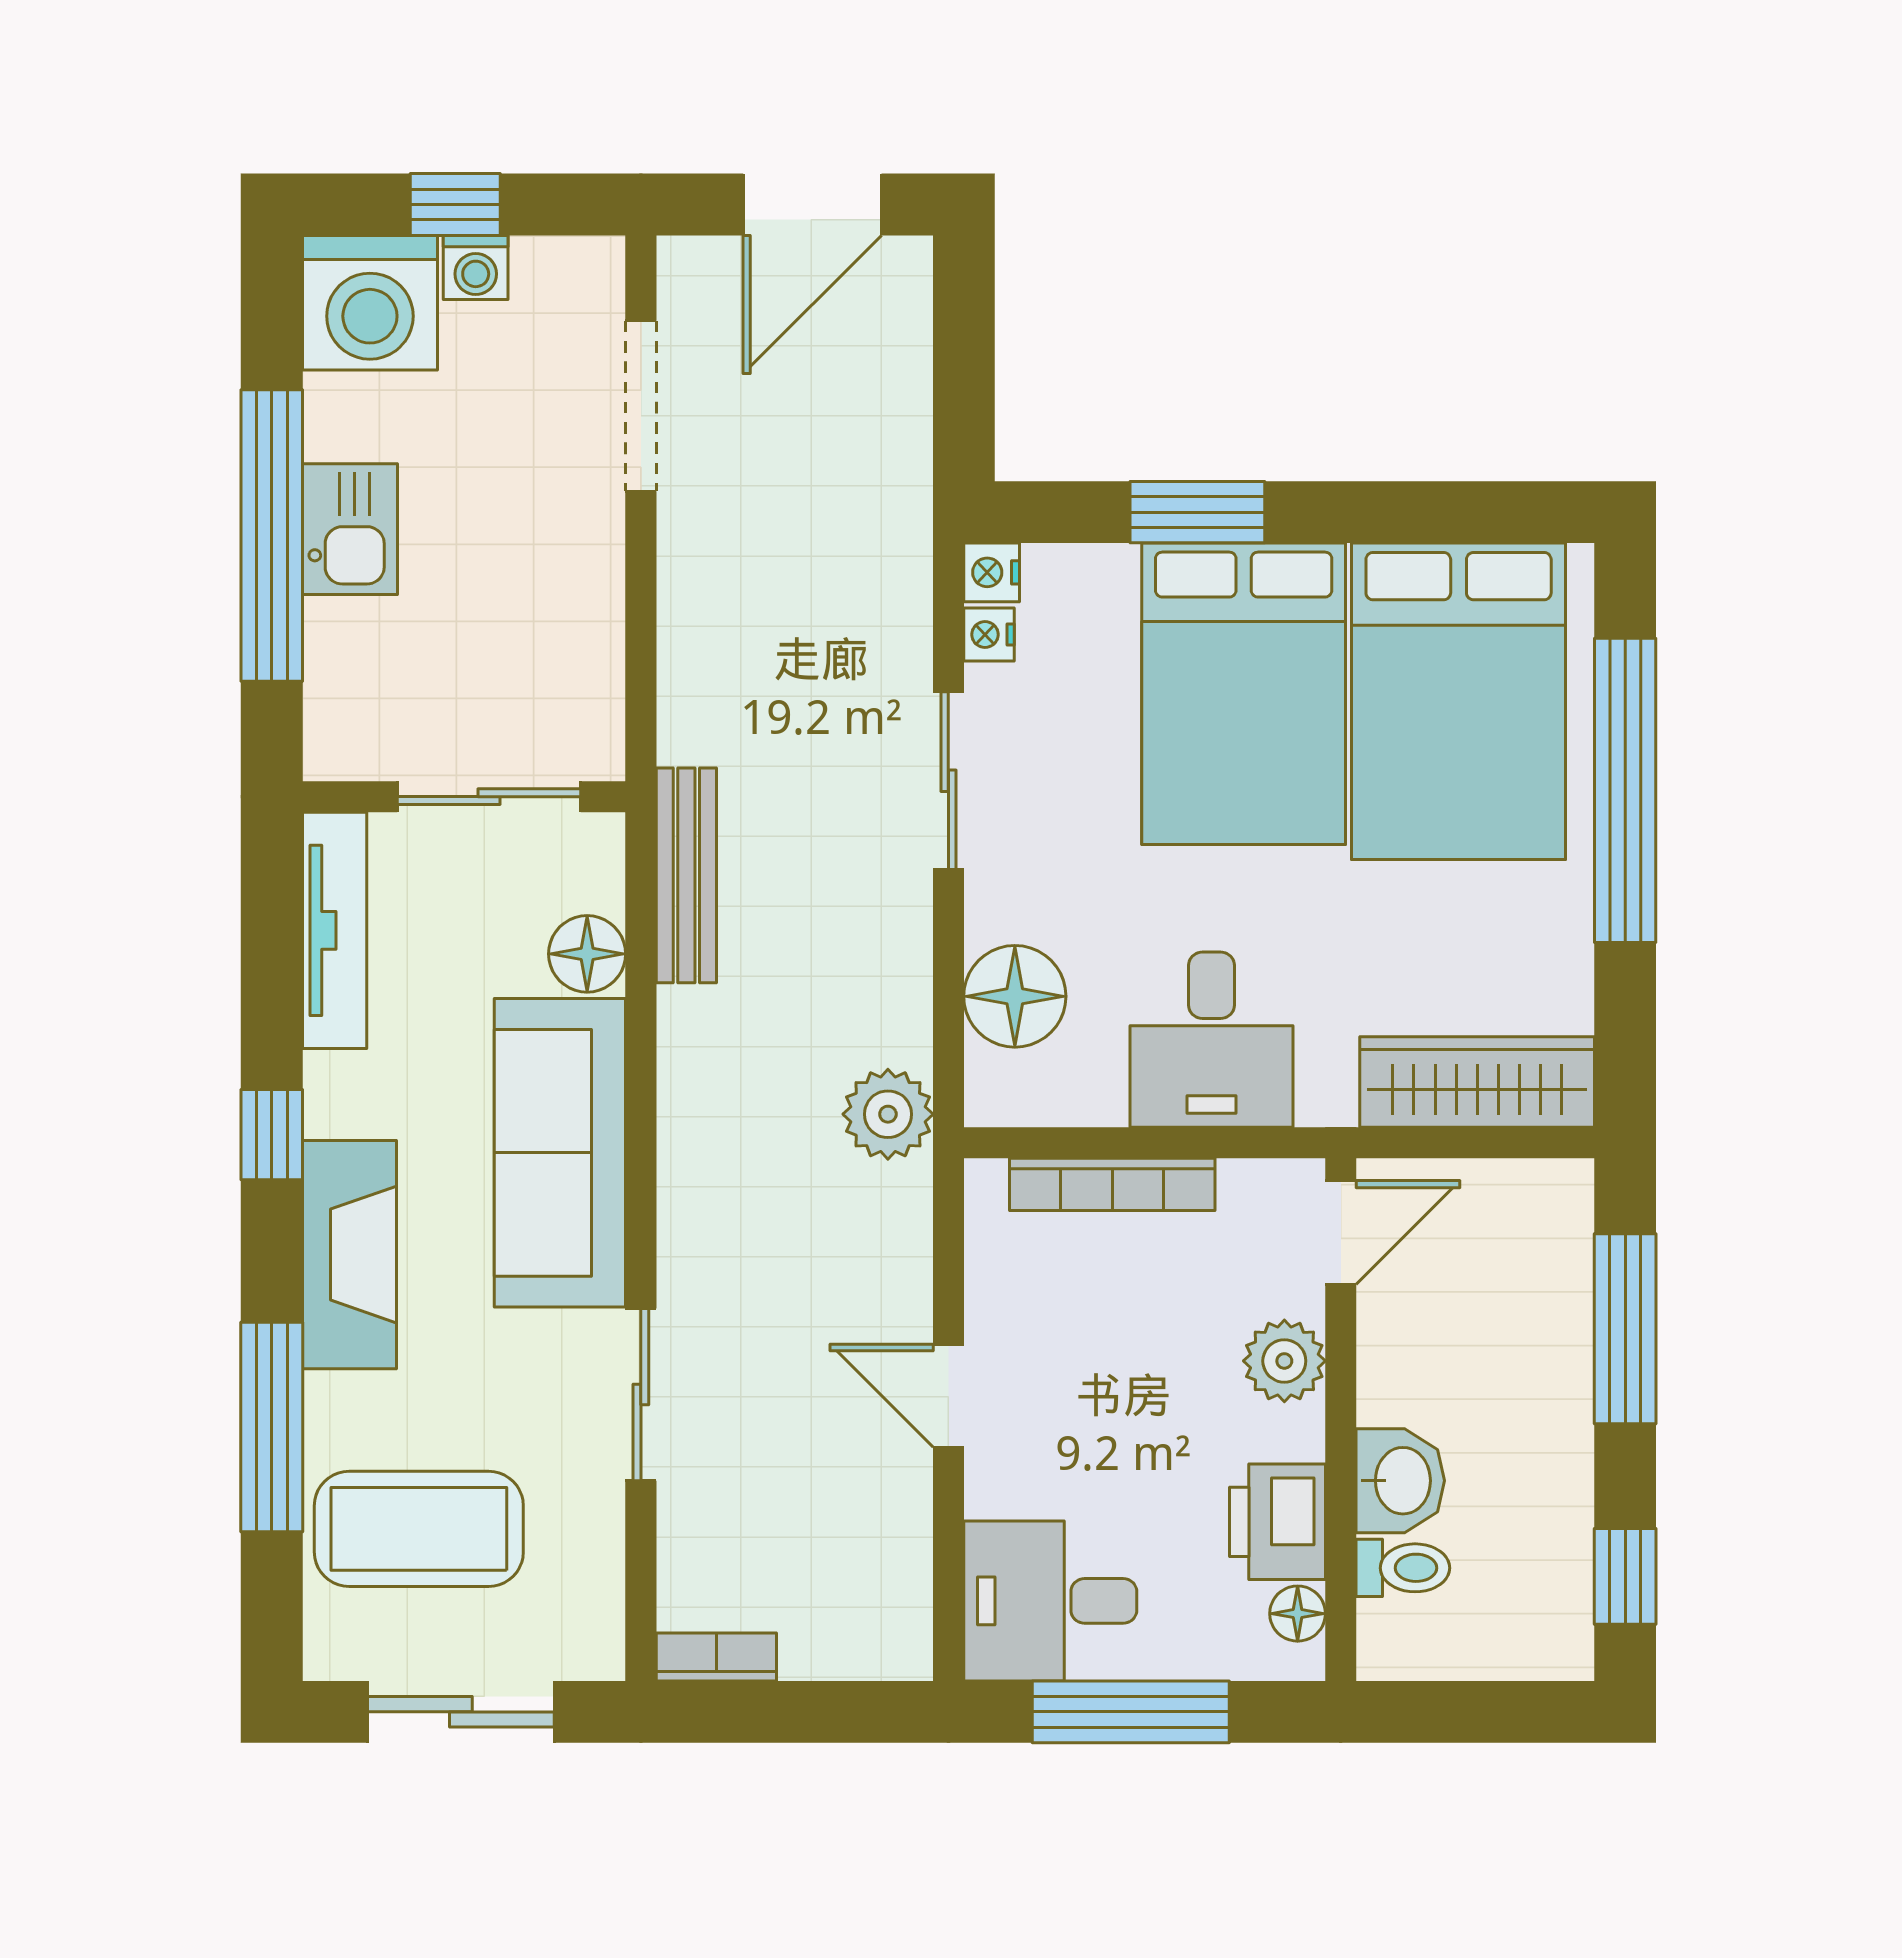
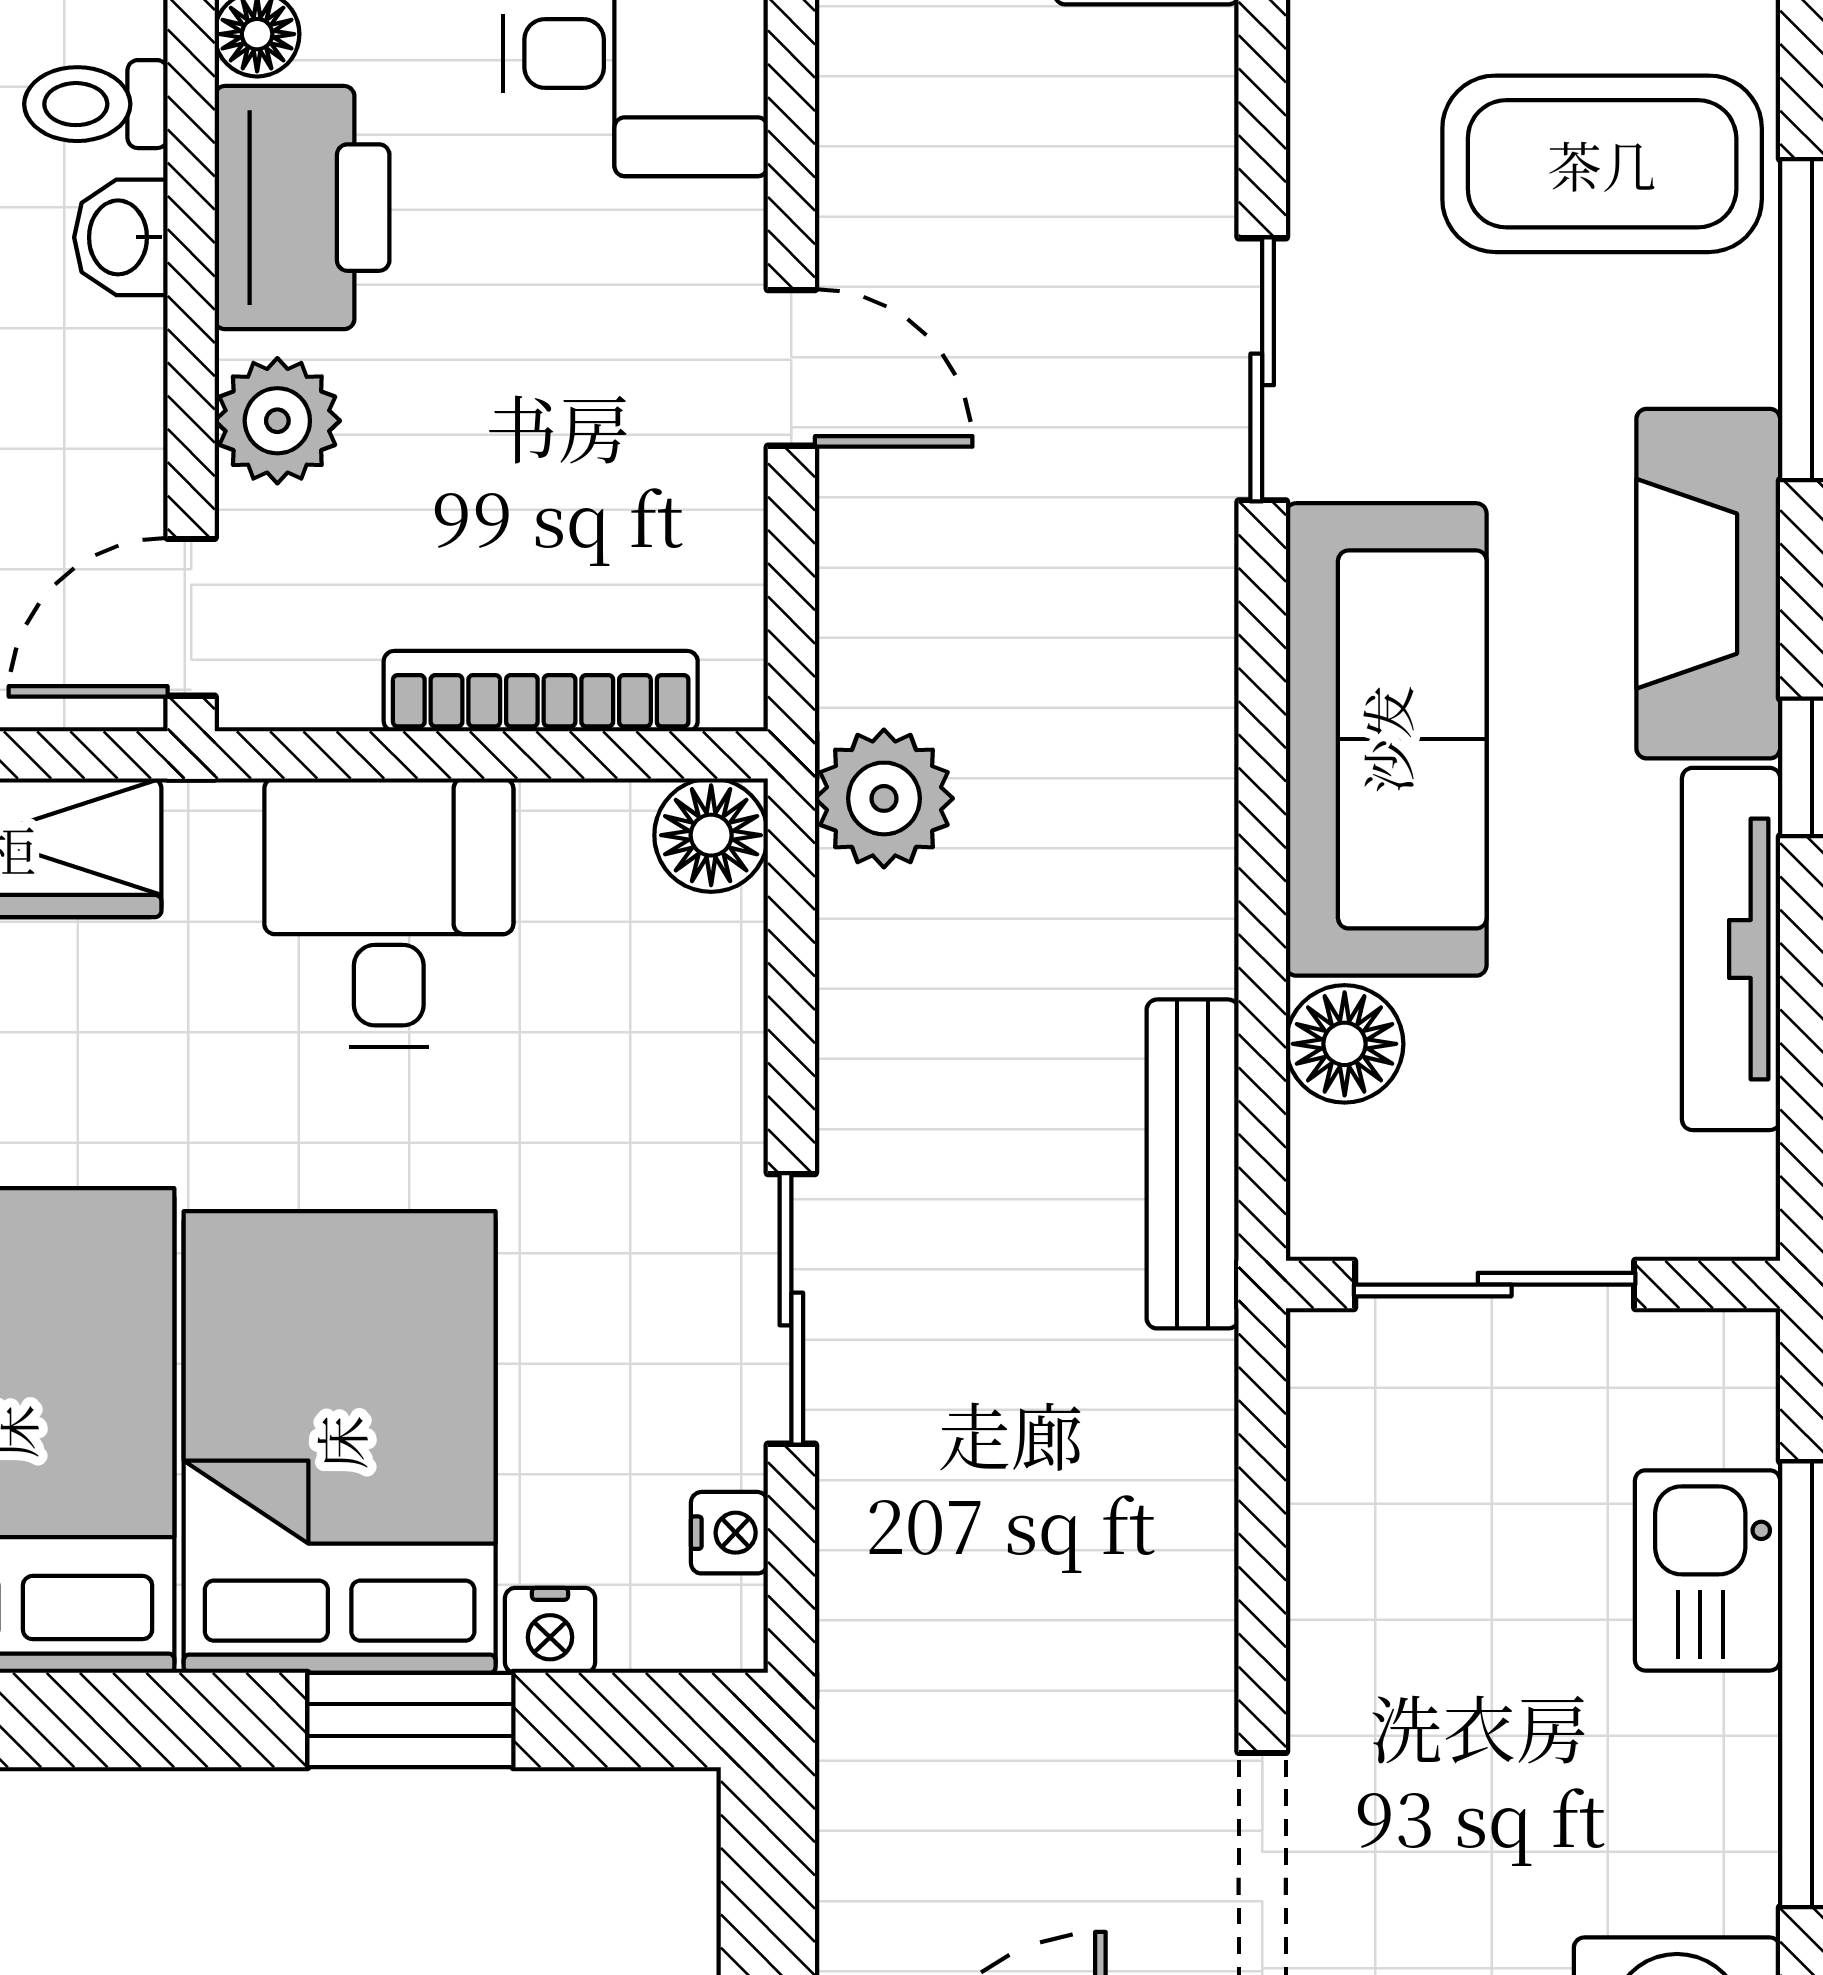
kitchen sink: (350, 529) -> (1708, 1570), moved
nightstand: (992, 572) -> (550, 1630), moved, turned 90
tv unit: (335, 930) -> (1731, 949), moved
floor lamp: (1015, 996) -> (711, 835), moved, width x0.73, depth x0.73
washbasin: (1400, 1481) -> (121, 237), width x0.72, depth x0.69
printer: (1277, 1522) -> (302, 208), width x1.37, depth x1.19

